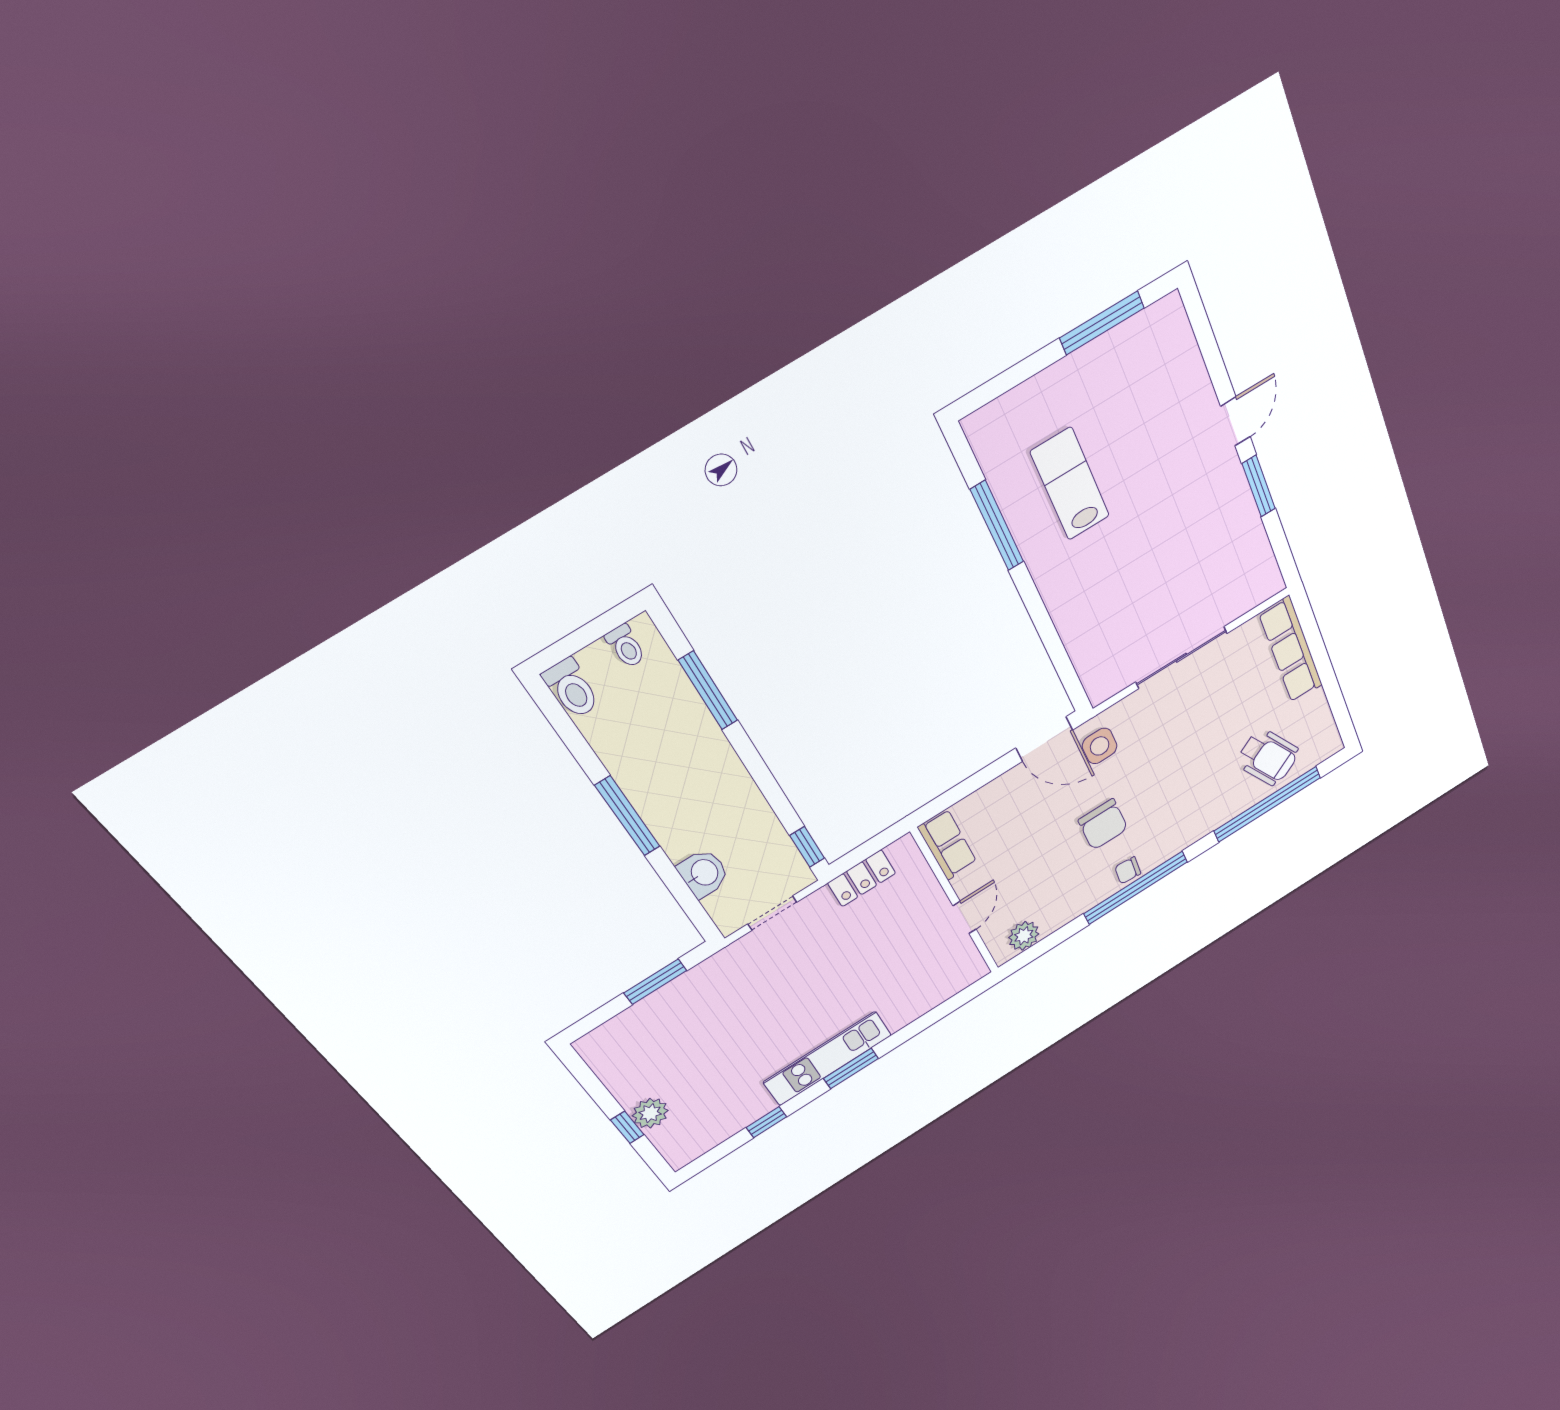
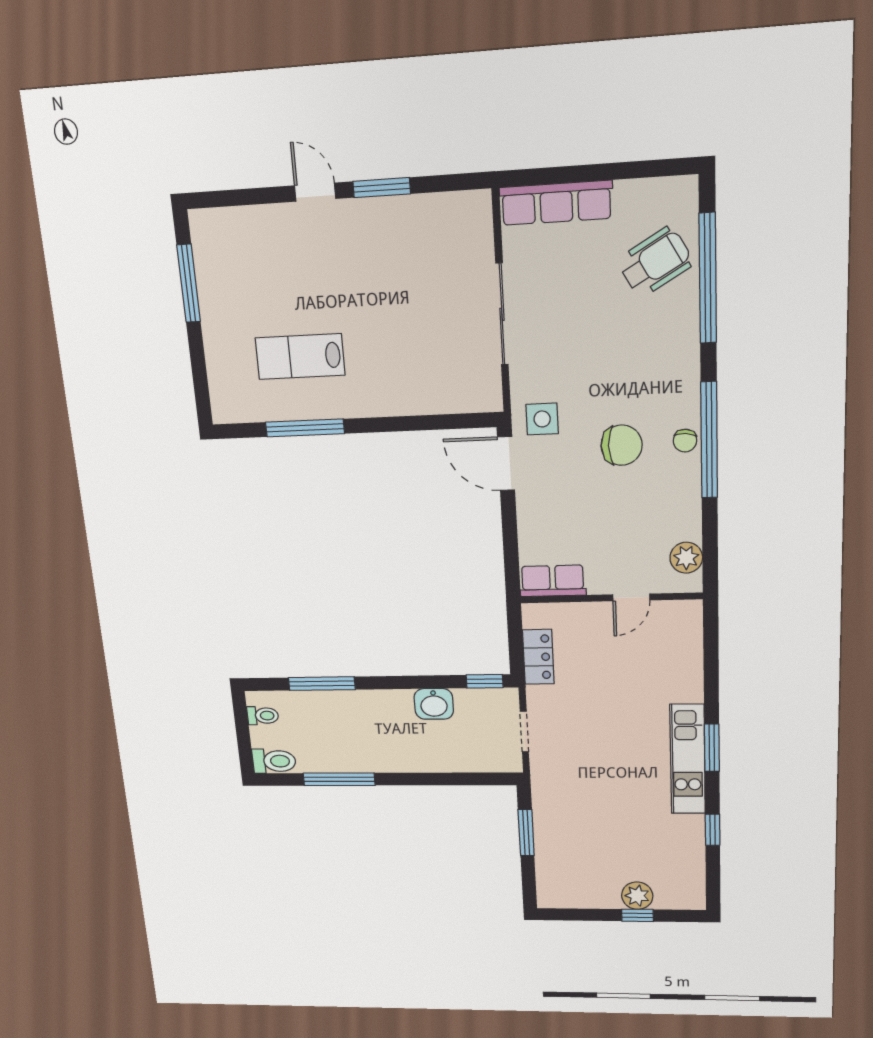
door: (1044, 739) -> (506, 464), swing flipped
window: (628, 816) -> (339, 779), moved
washbasin: (704, 873) -> (434, 704), moved, turned 180
door: (965, 917) -> (631, 597), swing flipped

